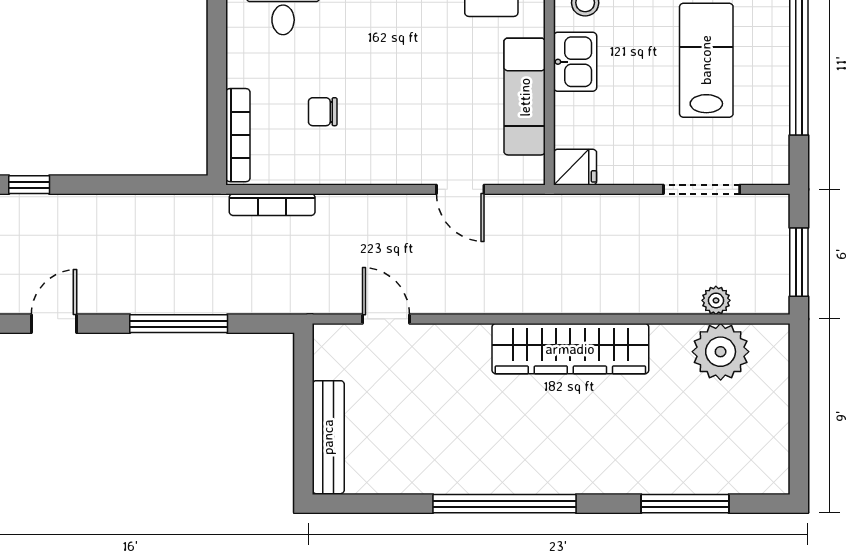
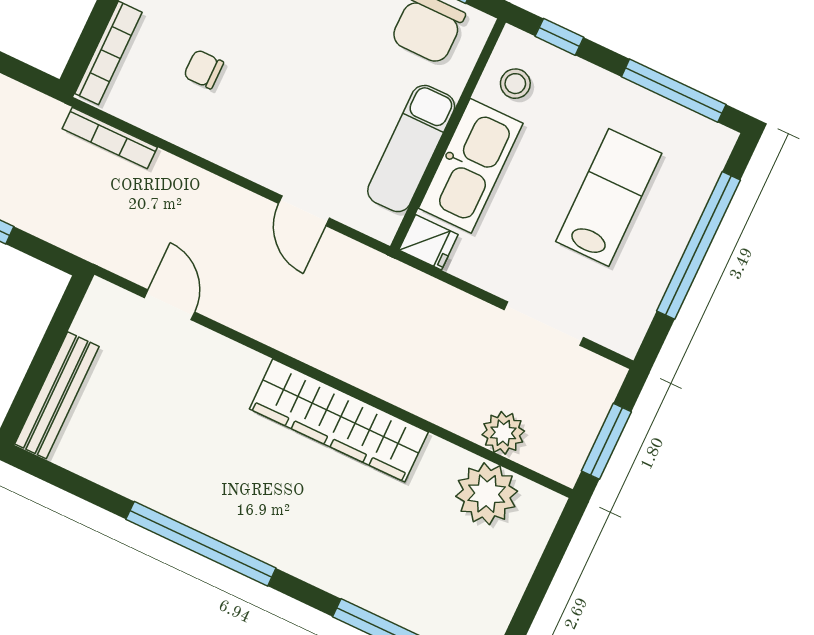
kitchen sink: (575, 62) -> (471, 166), width x1.88, depth x1.24
plant: (716, 300) -> (503, 433), width x1.38, depth x1.38

